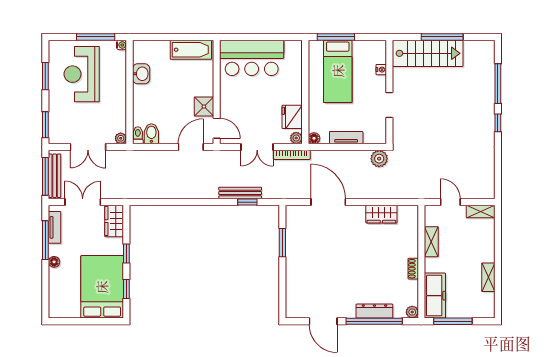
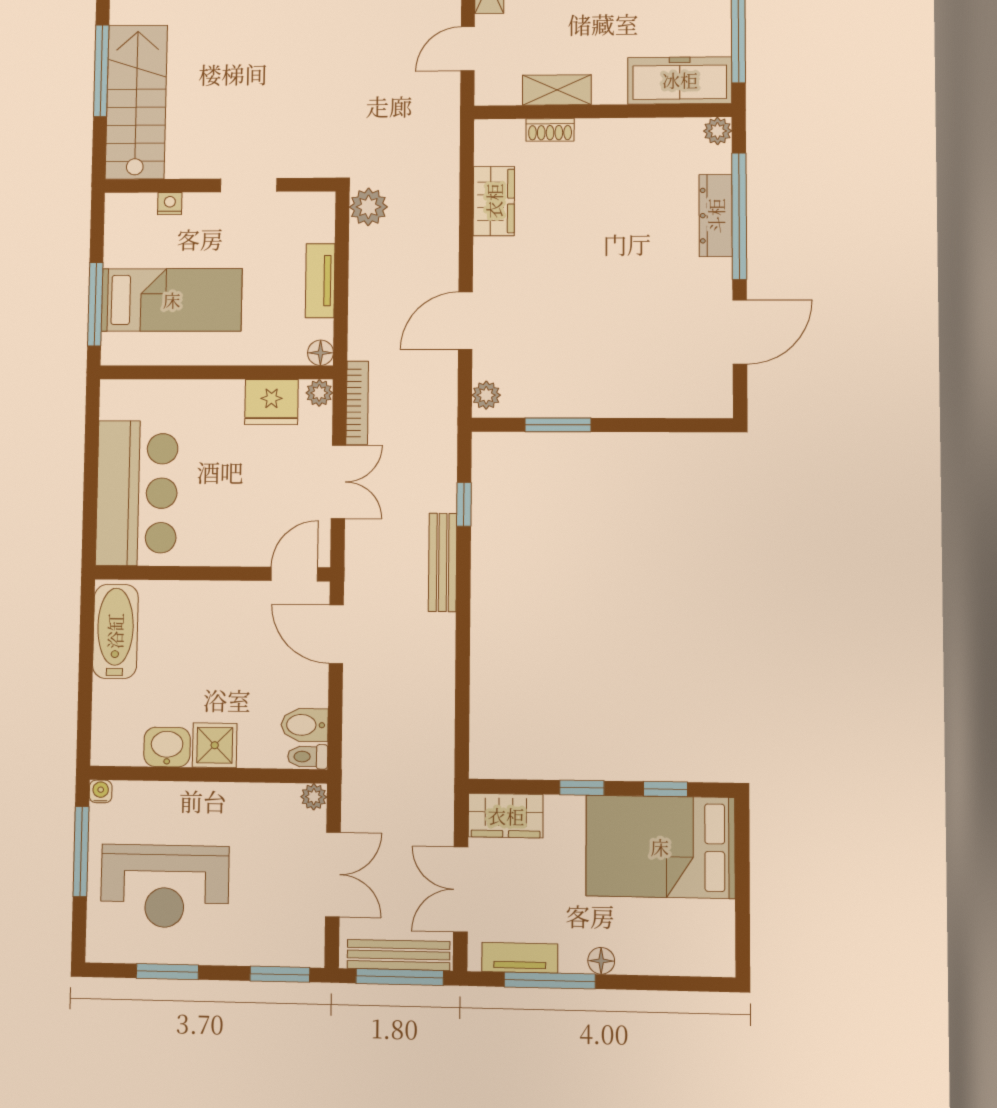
shower: (204, 107) -> (215, 745), moved
bench: (240, 193) -> (443, 562), moved
door: (328, 202) -> (465, 321), width x0.73
plant: (295, 211) -> (486, 395), added
shoe rack: (413, 269) -> (550, 130), moved

